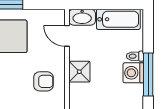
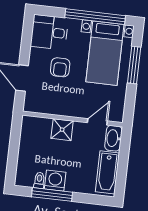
toilet: (135, 56) -> (39, 180), moved
armchair: (43, 81) -> (60, 67), moved

